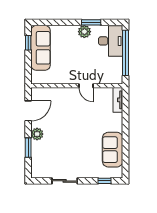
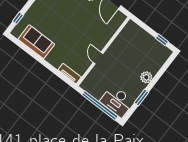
plant: (84, 32) -> (146, 77), moved
sofa: (41, 48) -> (151, 46), removed
door: (86, 86) -> (98, 58), hinge flipped

